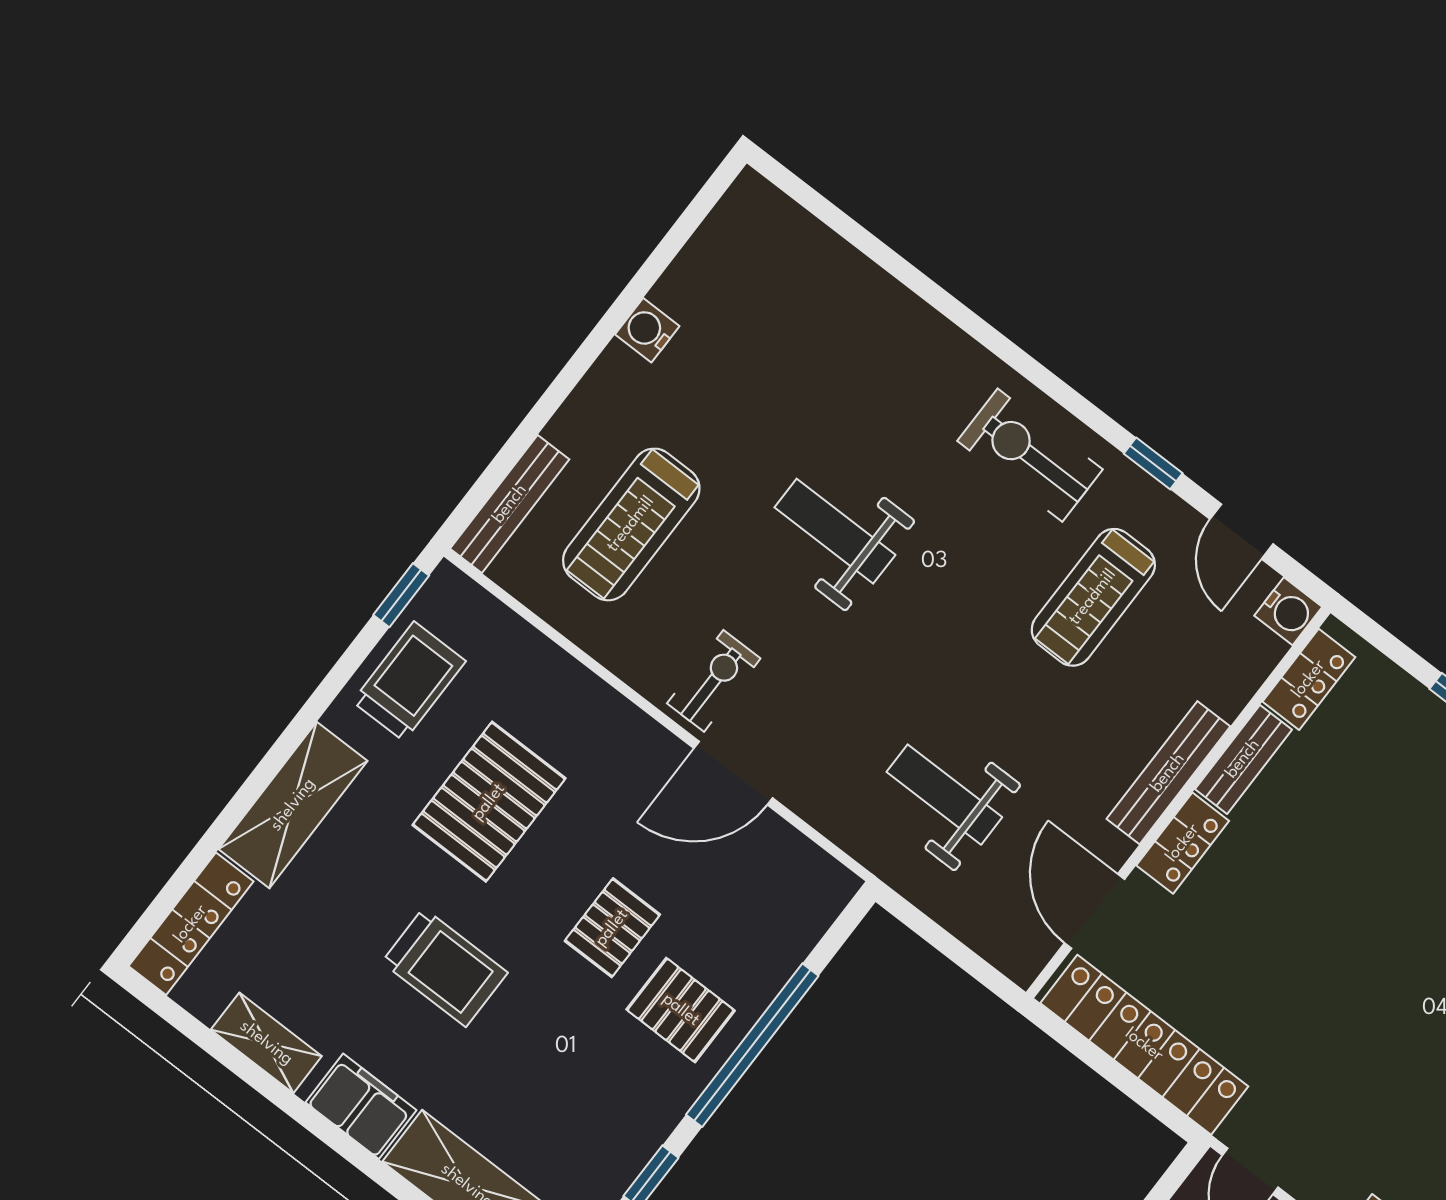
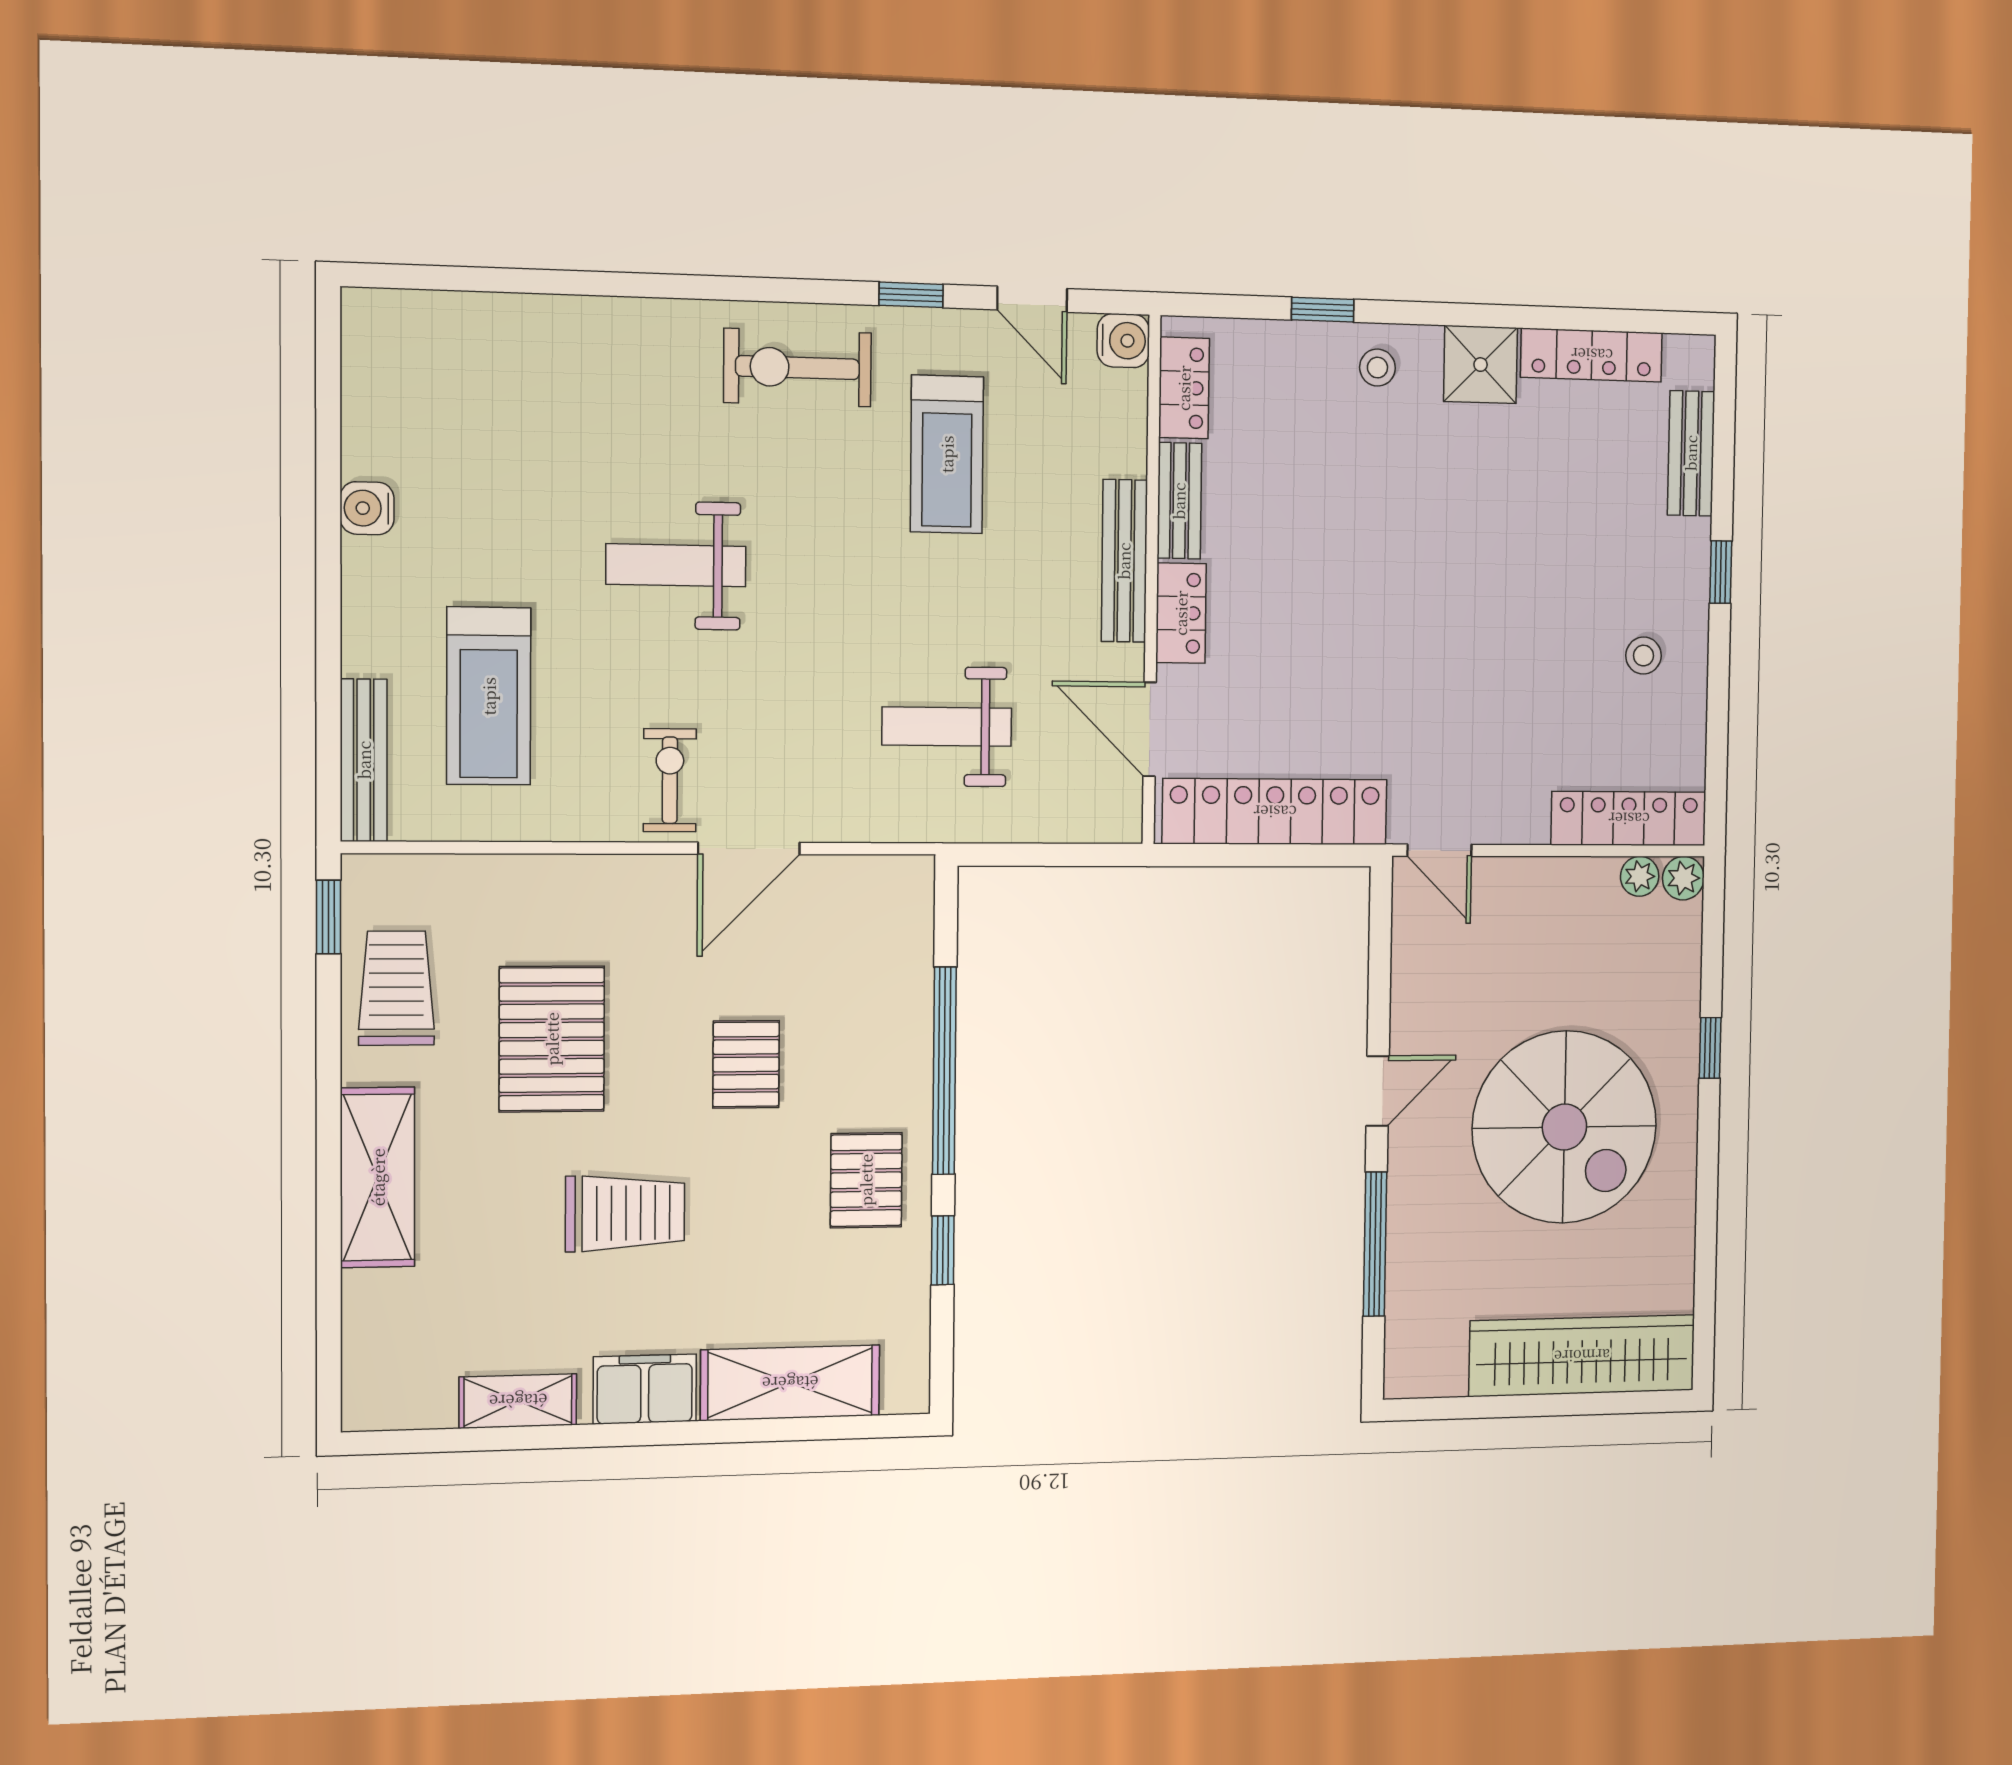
locker: (191, 924) -> (368, 1352), removed
pallet: (681, 1010) -> (866, 1180), moved, turned 90

